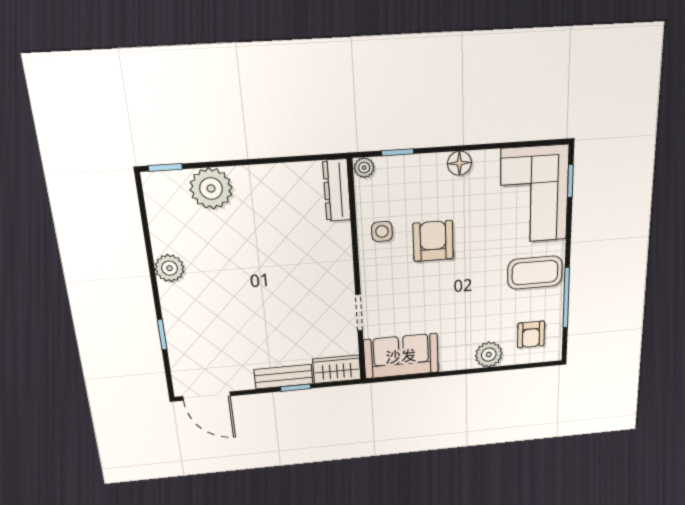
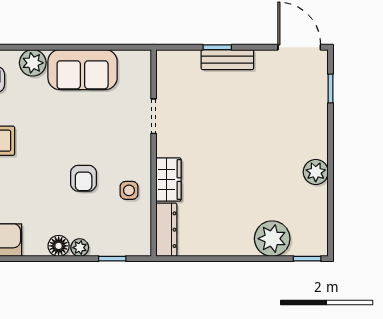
plant: (364, 168) -> (80, 248), moved
armchair: (433, 241) -> (84, 178), width x0.72, depth x0.72
window: (162, 335) -> (331, 88), moved
sofa: (401, 356) -> (83, 70), moved
wardrobe: (337, 369) -> (169, 180), moved, turned -90

